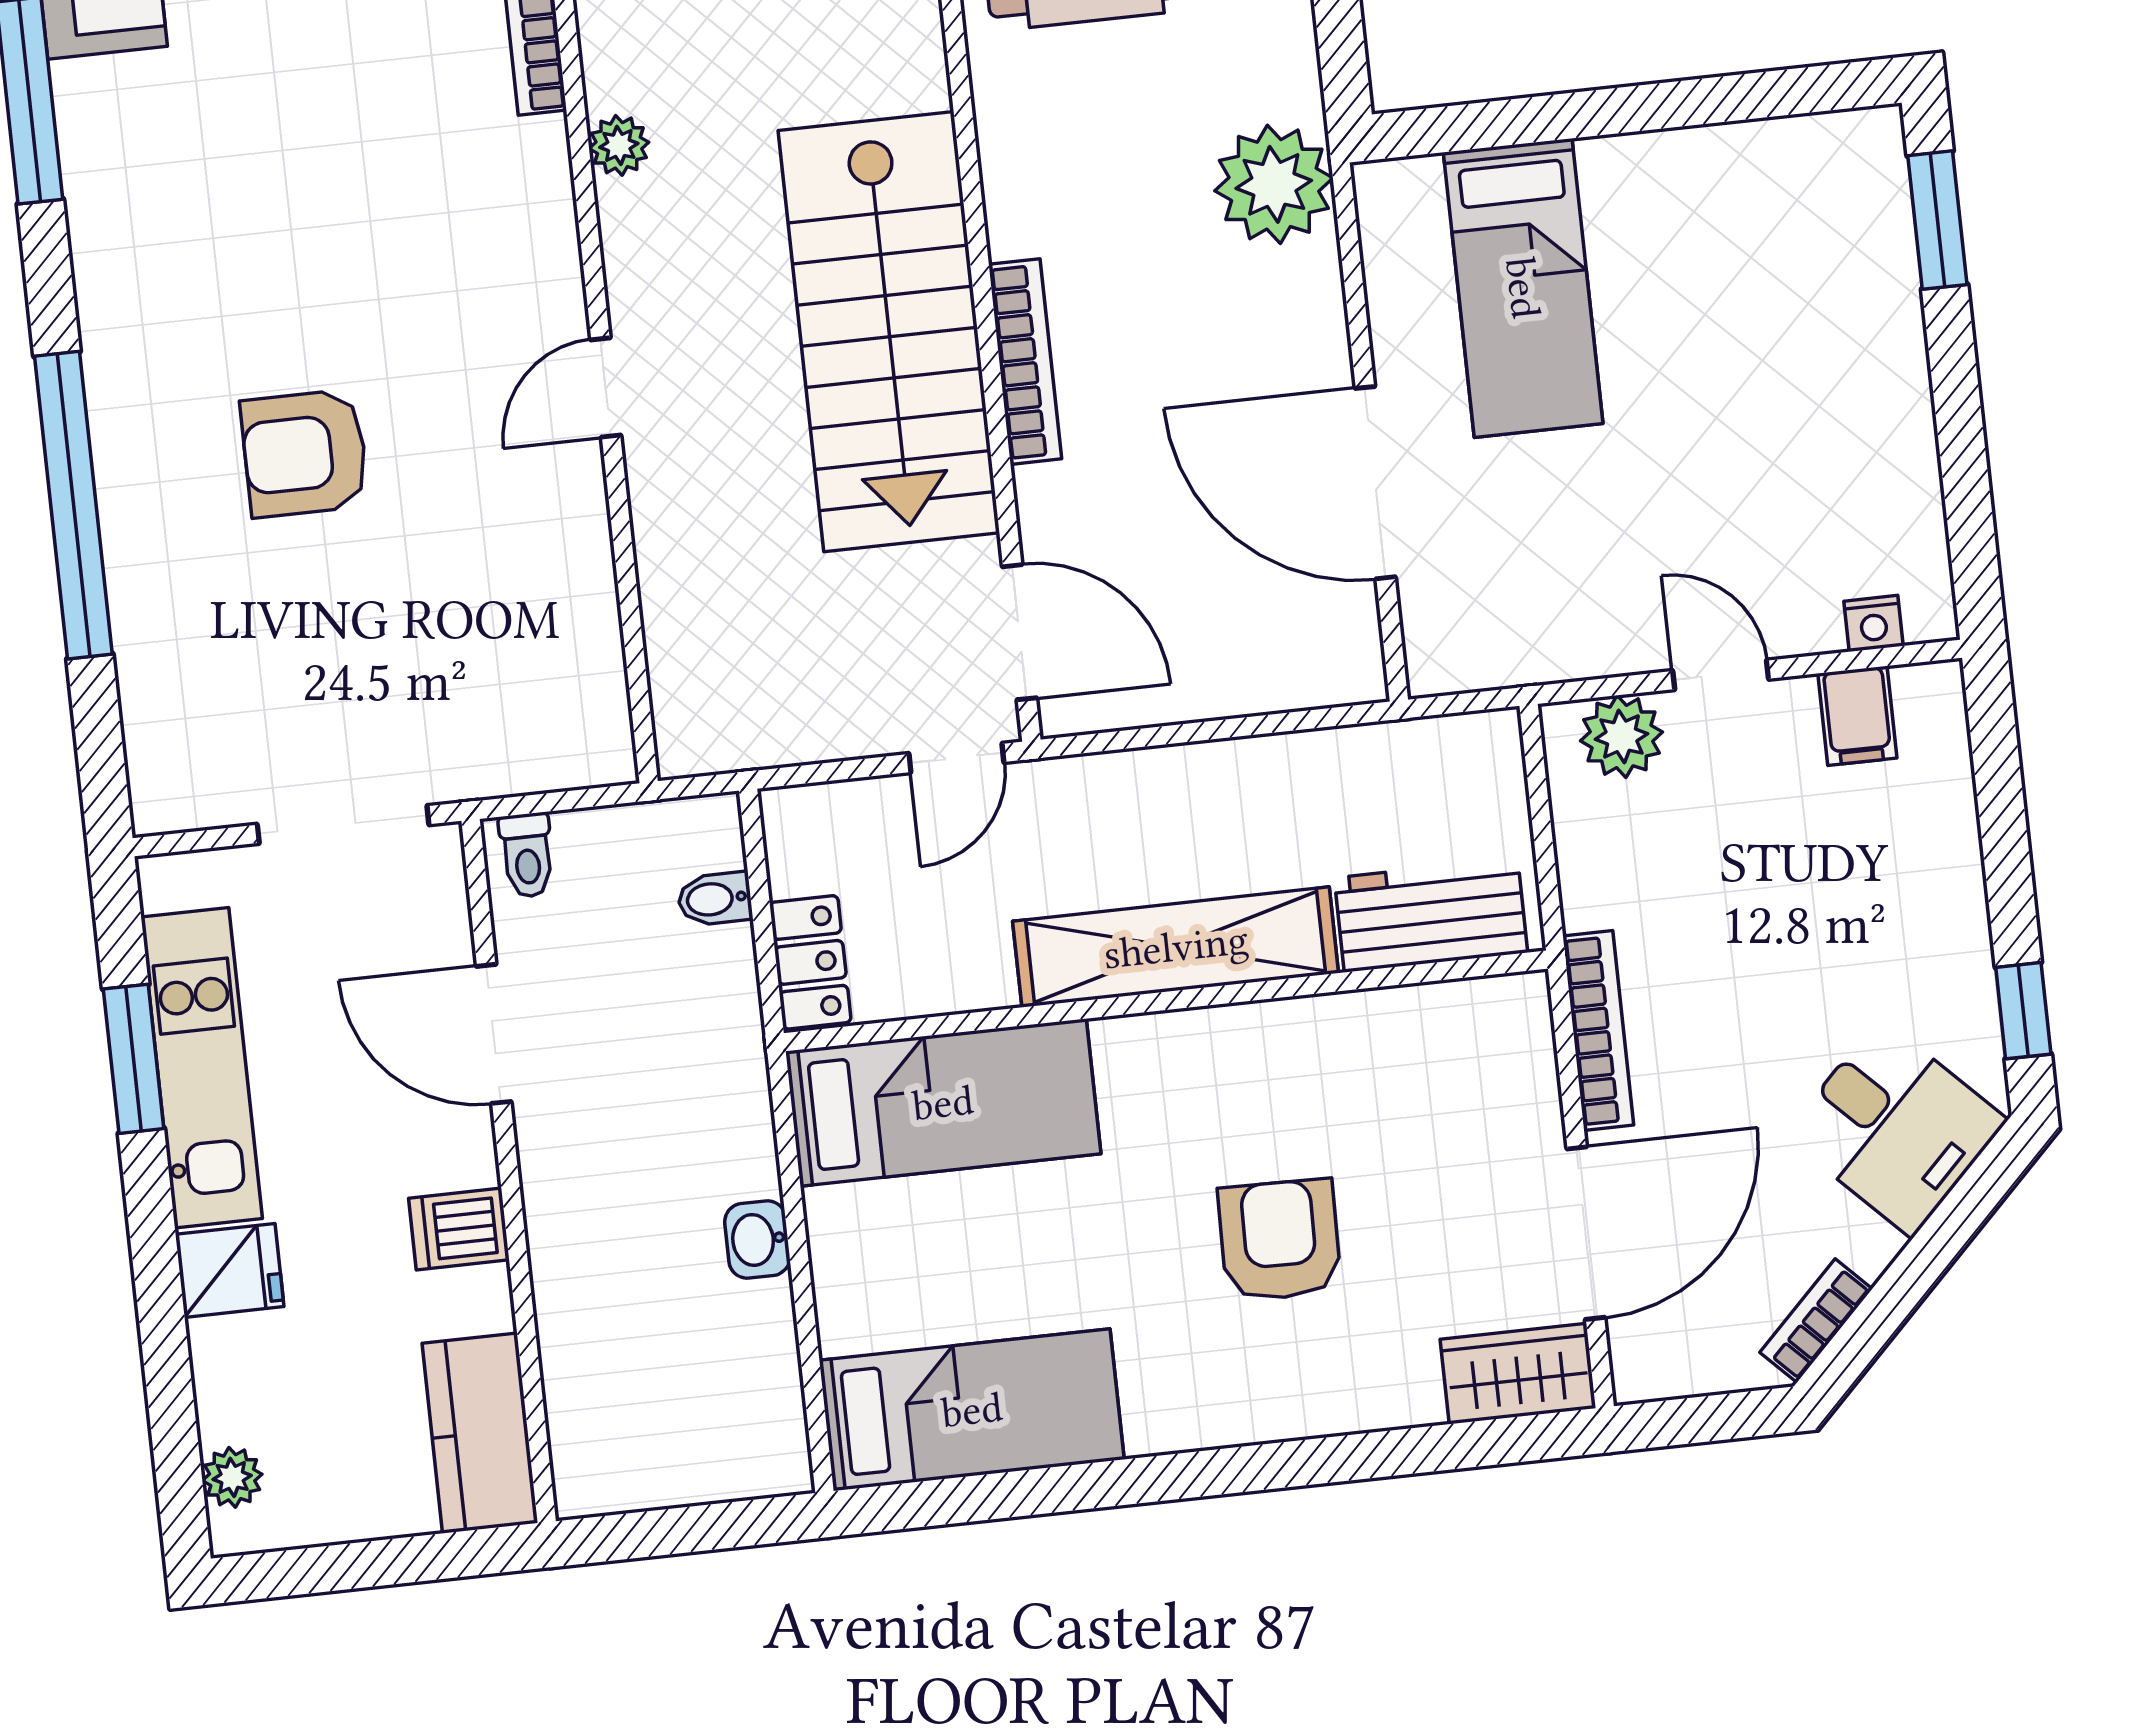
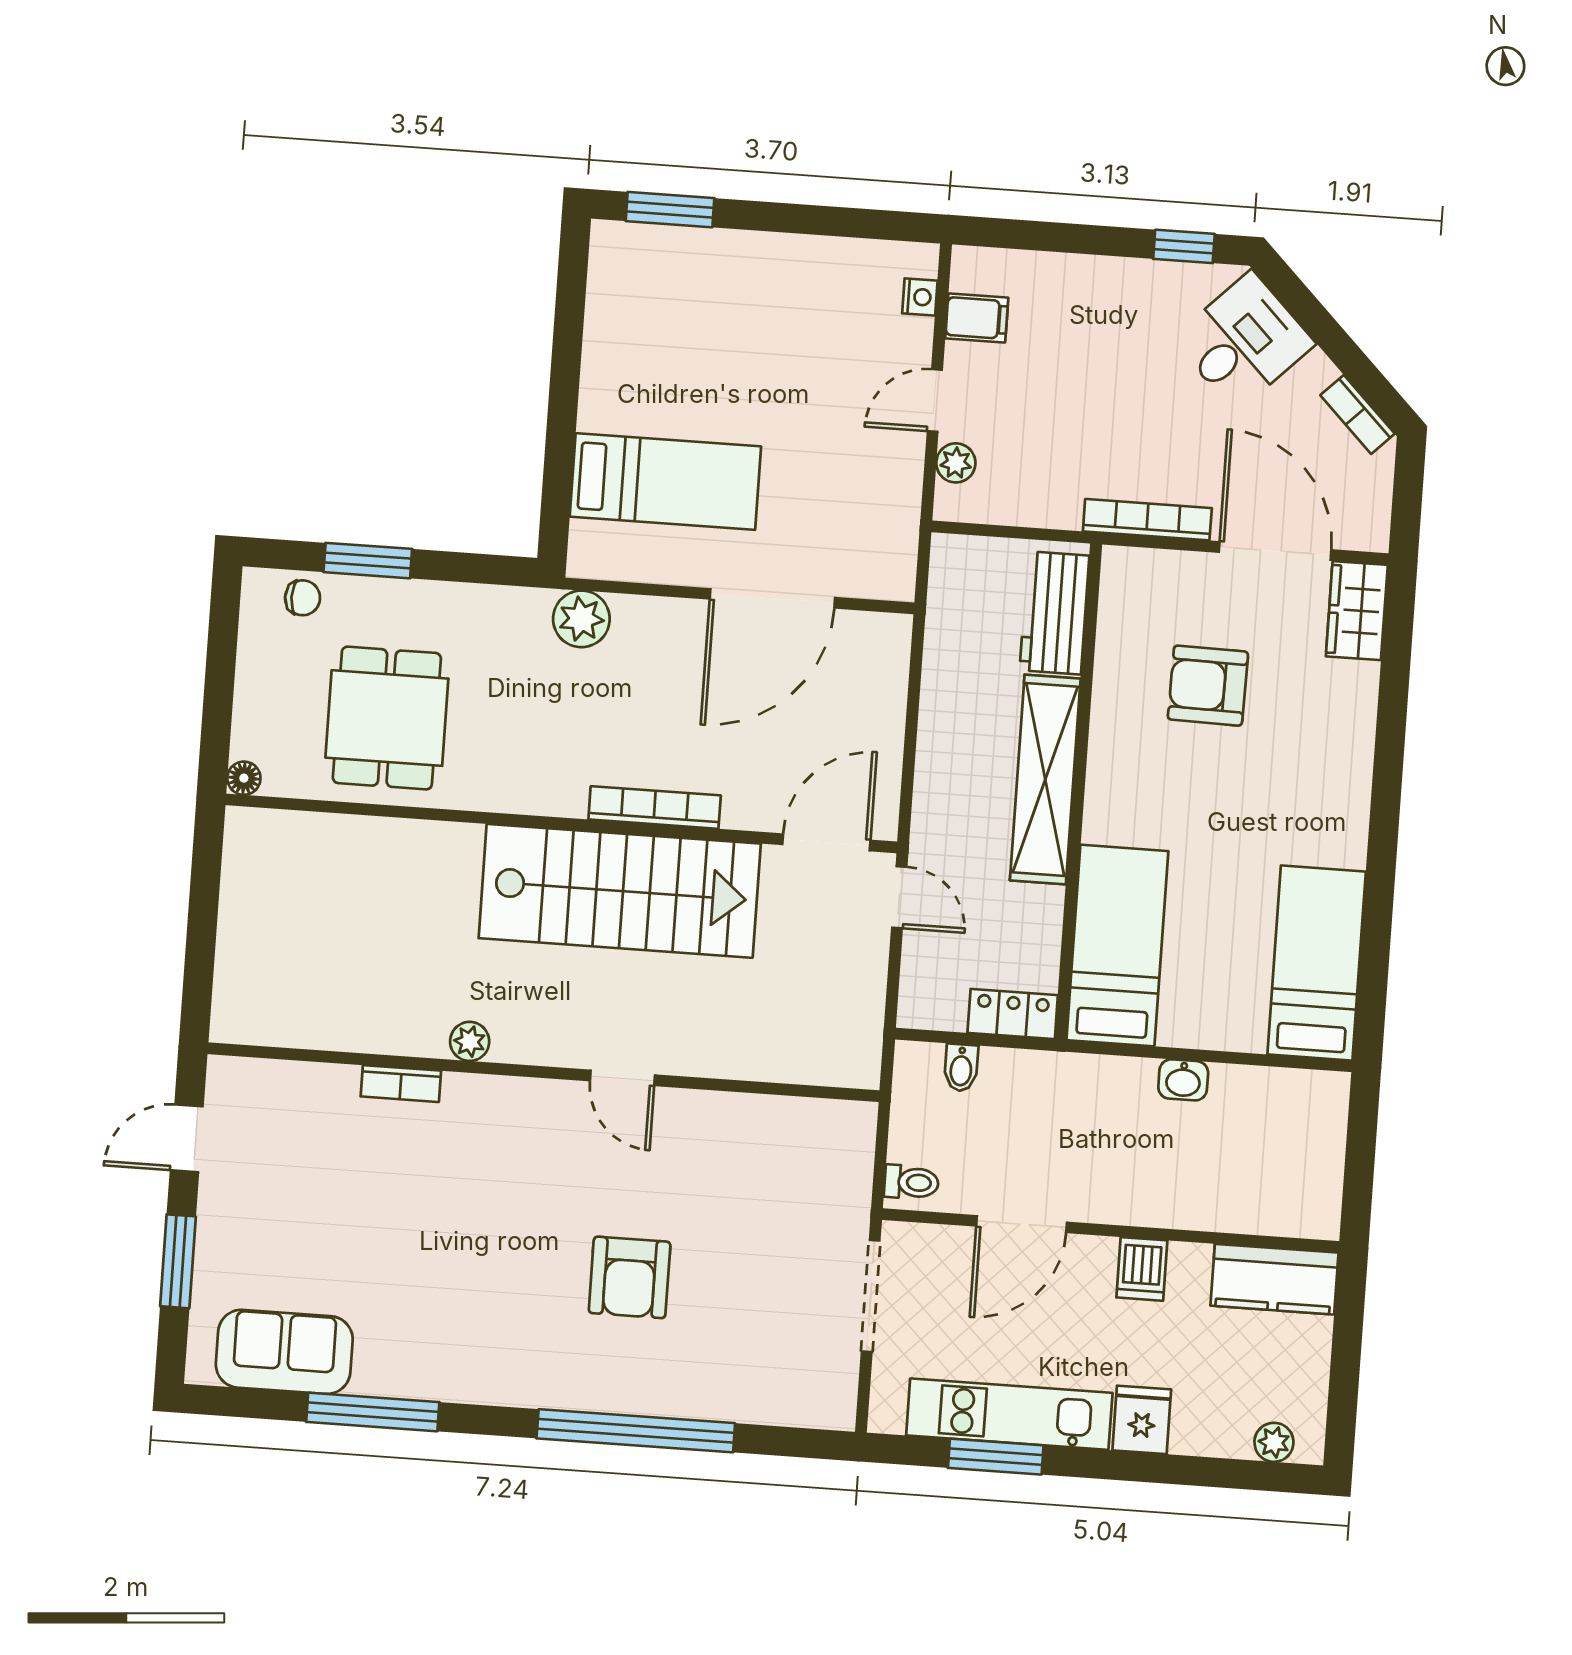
plant: (1274, 184) -> (581, 619), width x0.73, depth x0.73
plant: (1622, 736) -> (956, 463), width x0.73, depth x0.73
armchair: (1280, 1240) -> (1208, 686), moved

